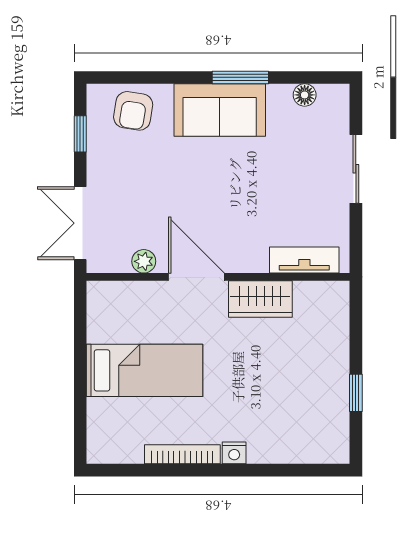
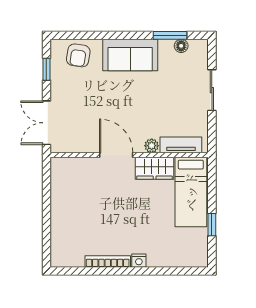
window: (240, 77) -> (170, 35), moved
plant: (144, 261) -> (152, 146), moved
bed: (144, 370) -> (191, 192), moved, turned 90

